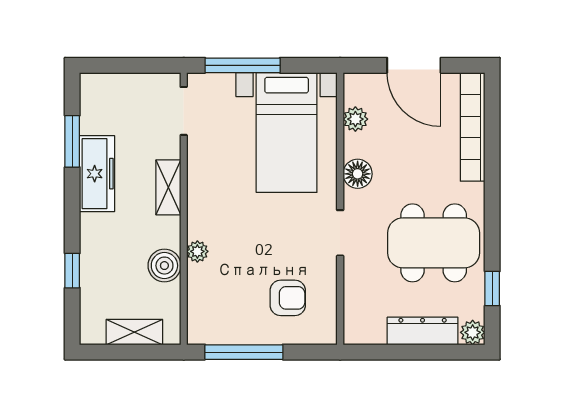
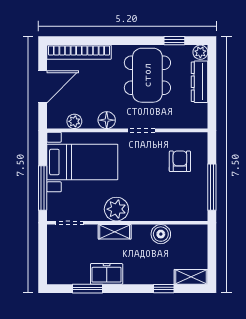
freezer: (97, 174) -> (107, 274), width x0.71
plant: (197, 251) -> (116, 209), moved, width x1.87, depth x1.87
shelving: (134, 332) -> (191, 277), moved, turned 90

